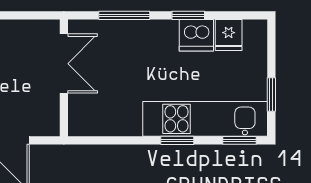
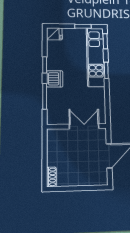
dishwasher: (196, 35) -> (55, 79), moved
fridge: (229, 35) -> (54, 34), moved
double door: (64, 64) -> (84, 126), moved

